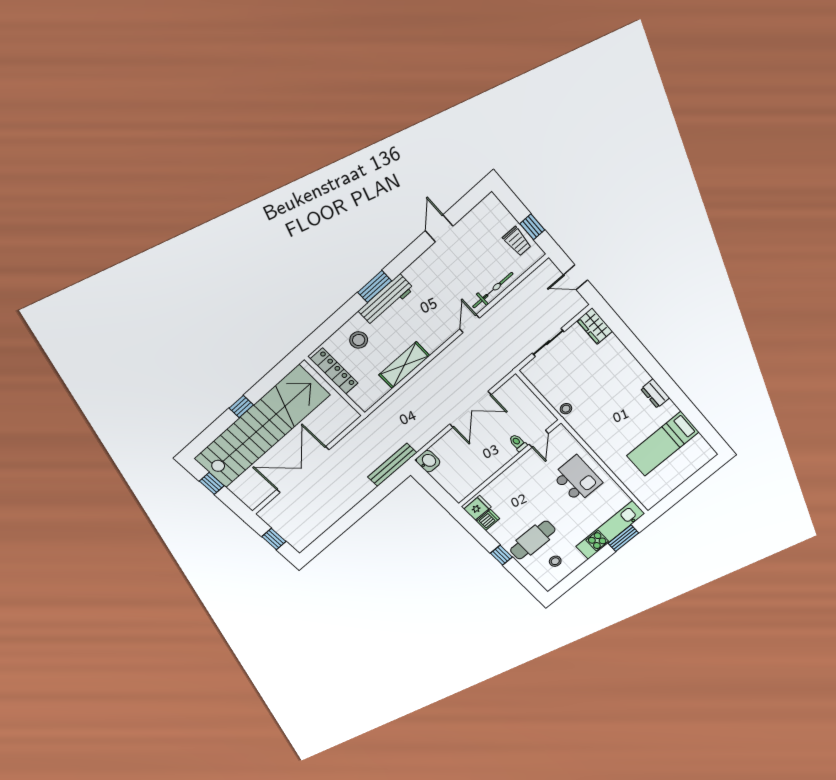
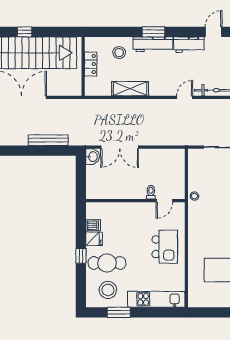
workbench: (425, 266) -> (189, 45), added
locker: (334, 371) -> (91, 64), width x0.66
double door: (470, 409) -> (120, 147), moved
bench: (392, 465) -> (48, 140), moved
fridge: (477, 508) -> (94, 239), moved
window: (623, 538) -> (119, 312), moved
stool: (555, 561) -> (108, 290), width x1.89, depth x1.89

